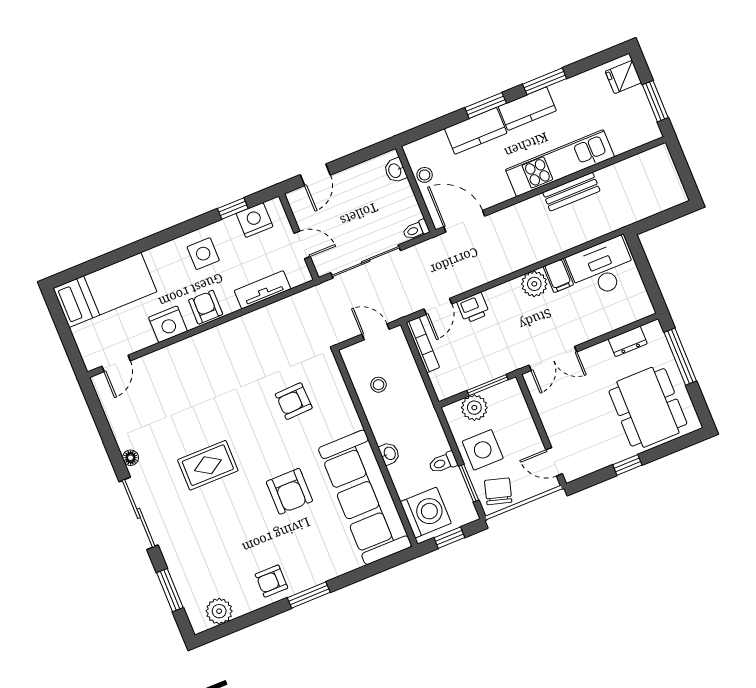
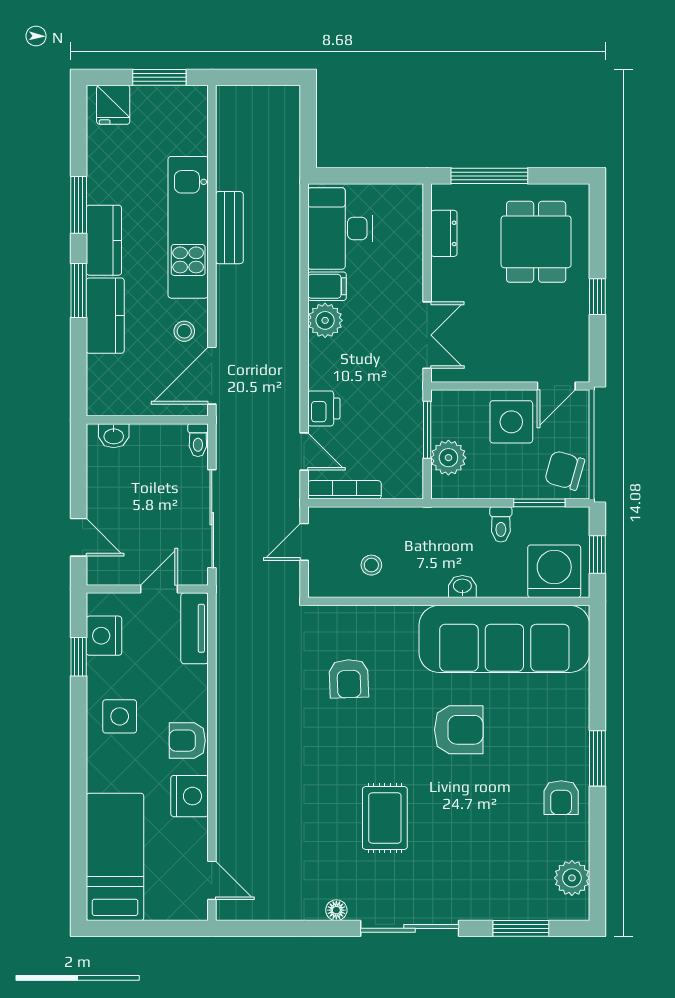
stool: (425, 175) -> (184, 331), moved
tv unit: (262, 290) -> (195, 628), moved
dining table: (648, 407) -> (536, 242), width x0.73
side table: (483, 450) -> (511, 422), moved

